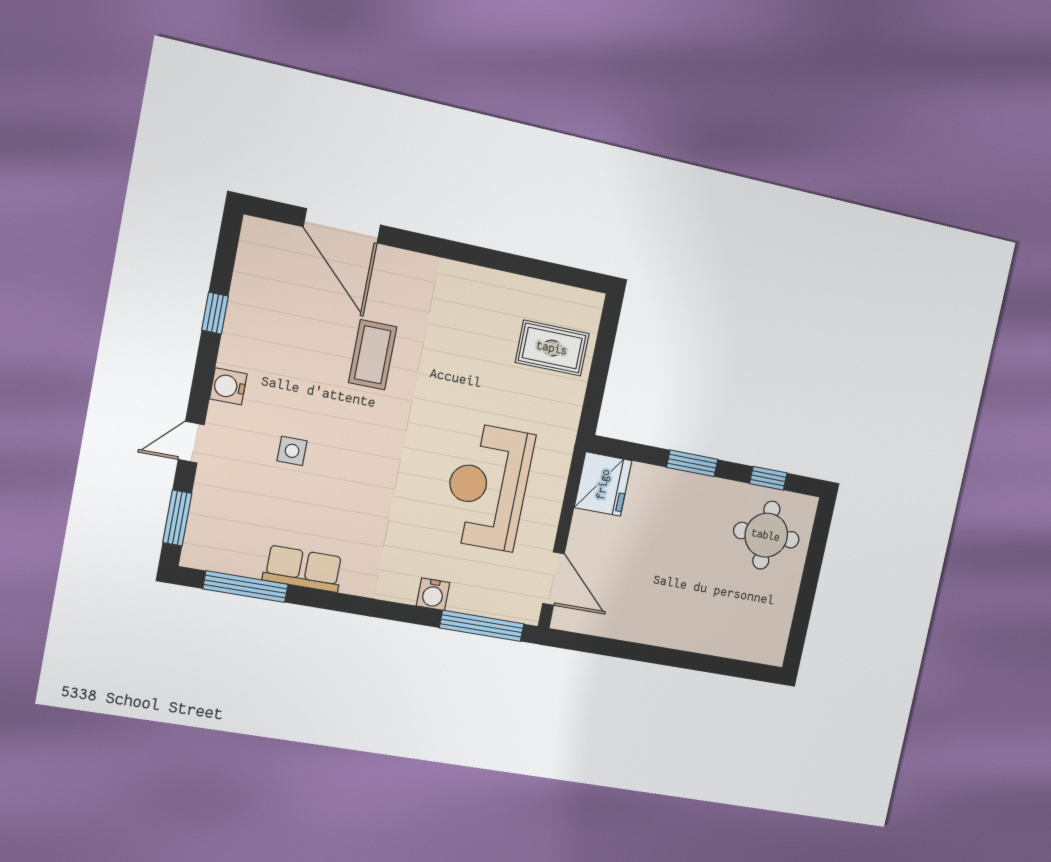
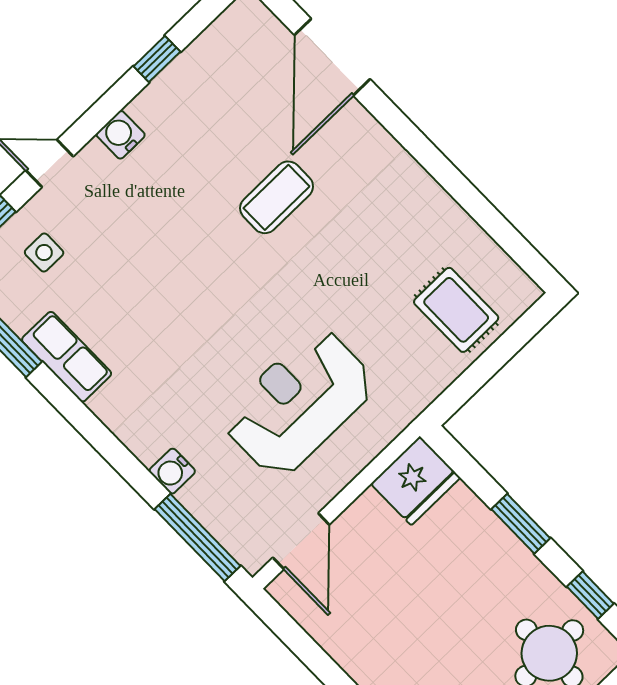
side table: (292, 451) -> (44, 253), moved

